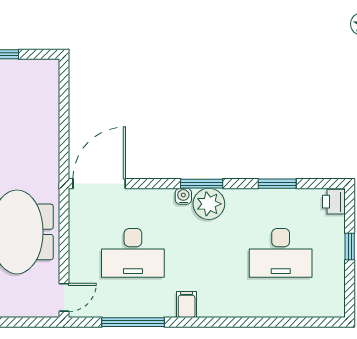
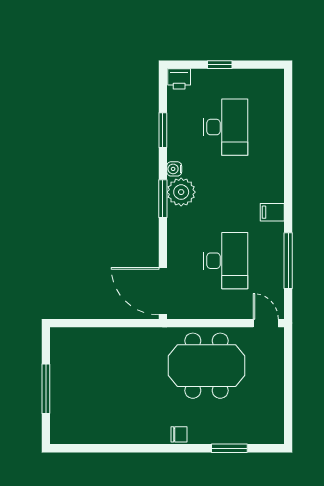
water cooler: (183, 196) -> (174, 169), moved

